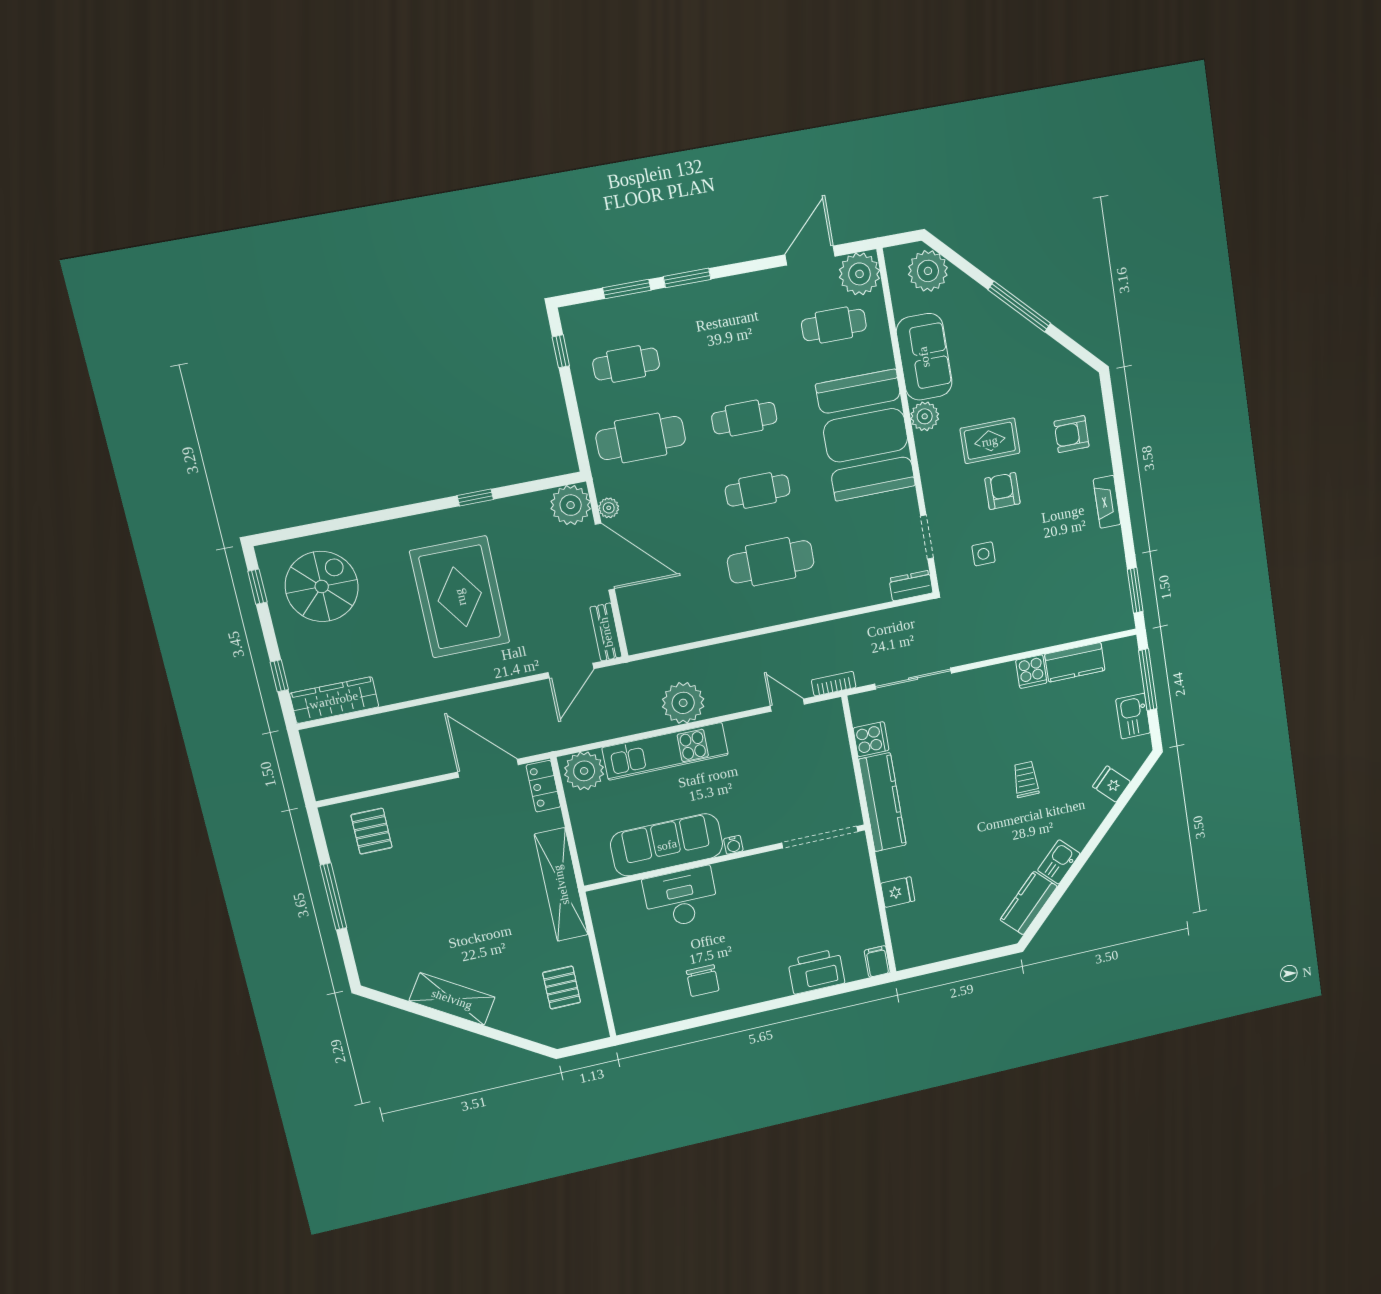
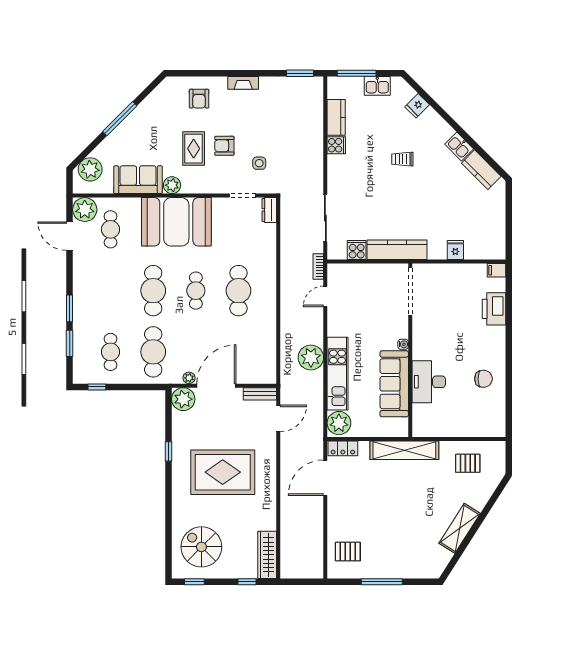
cafe table: (744, 418) -> (153, 291), width x1.37, depth x1.35
door: (571, 671) -> (278, 418), hinge flipped

